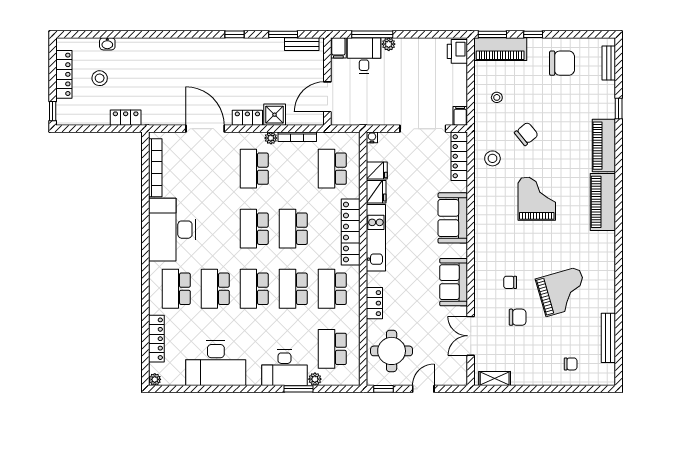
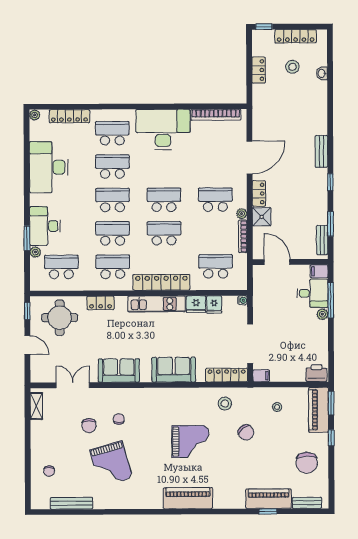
bench: (198, 45) -> (321, 151), added
locker: (126, 118) -> (259, 70), moved
piano: (604, 146) -> (269, 499), moved

